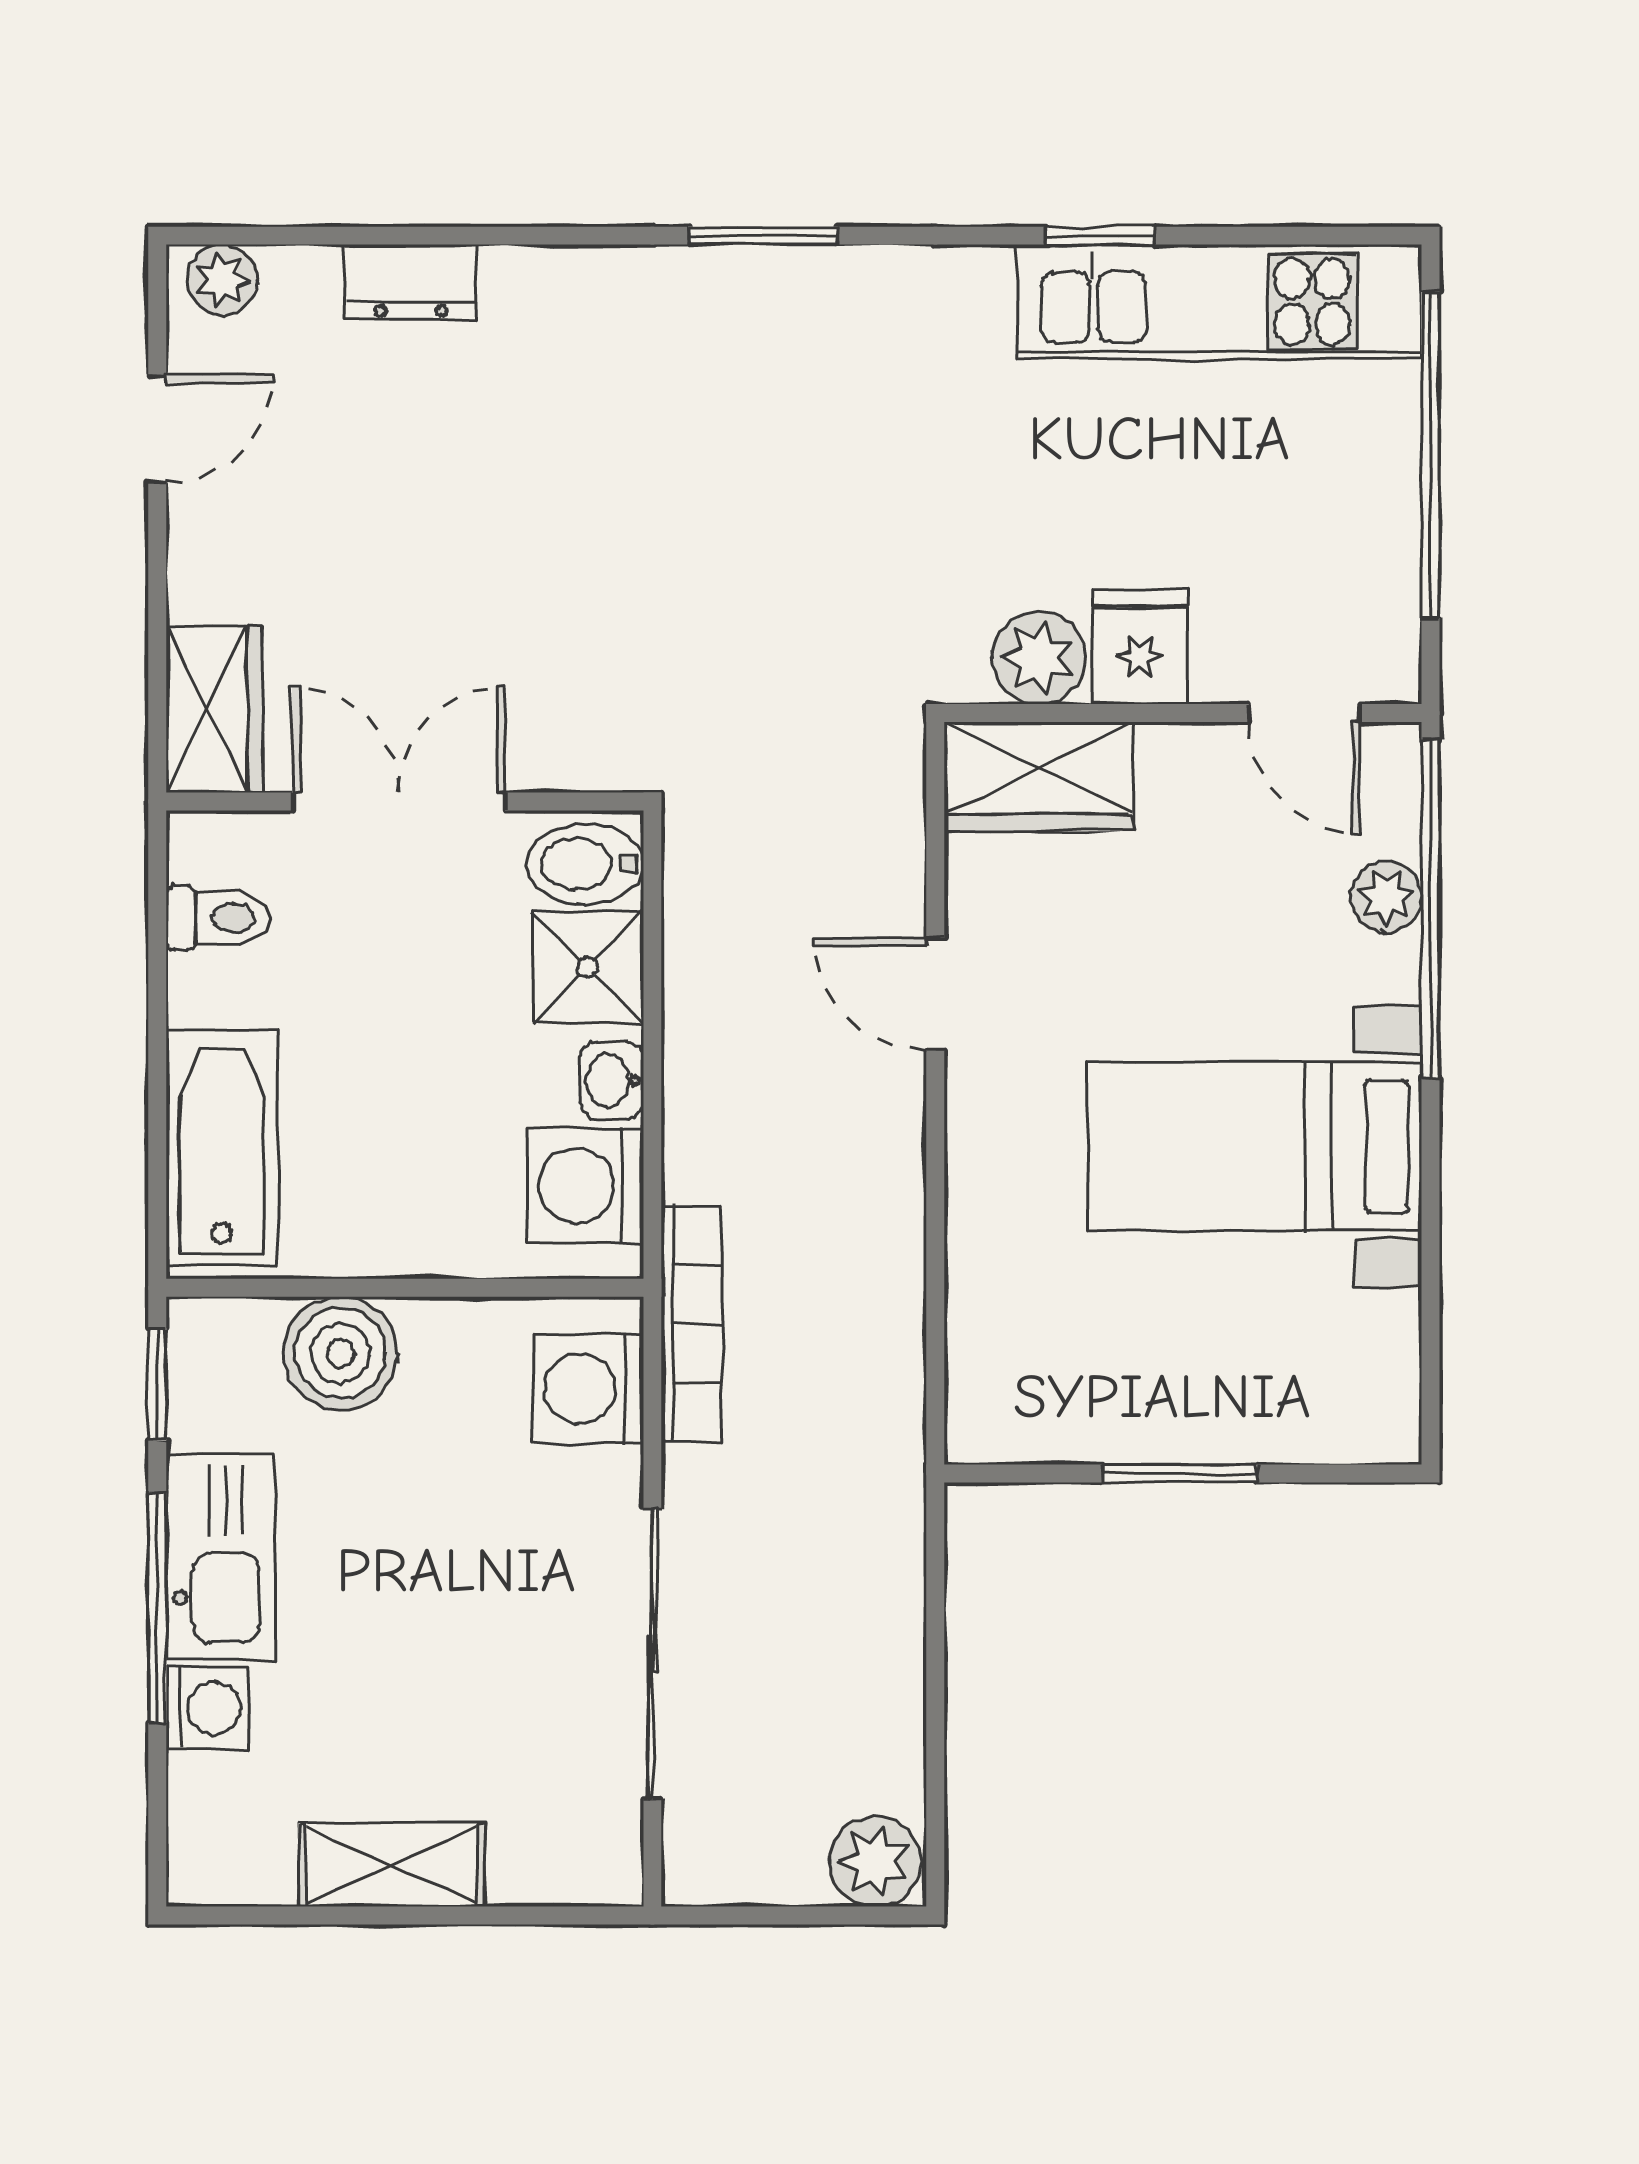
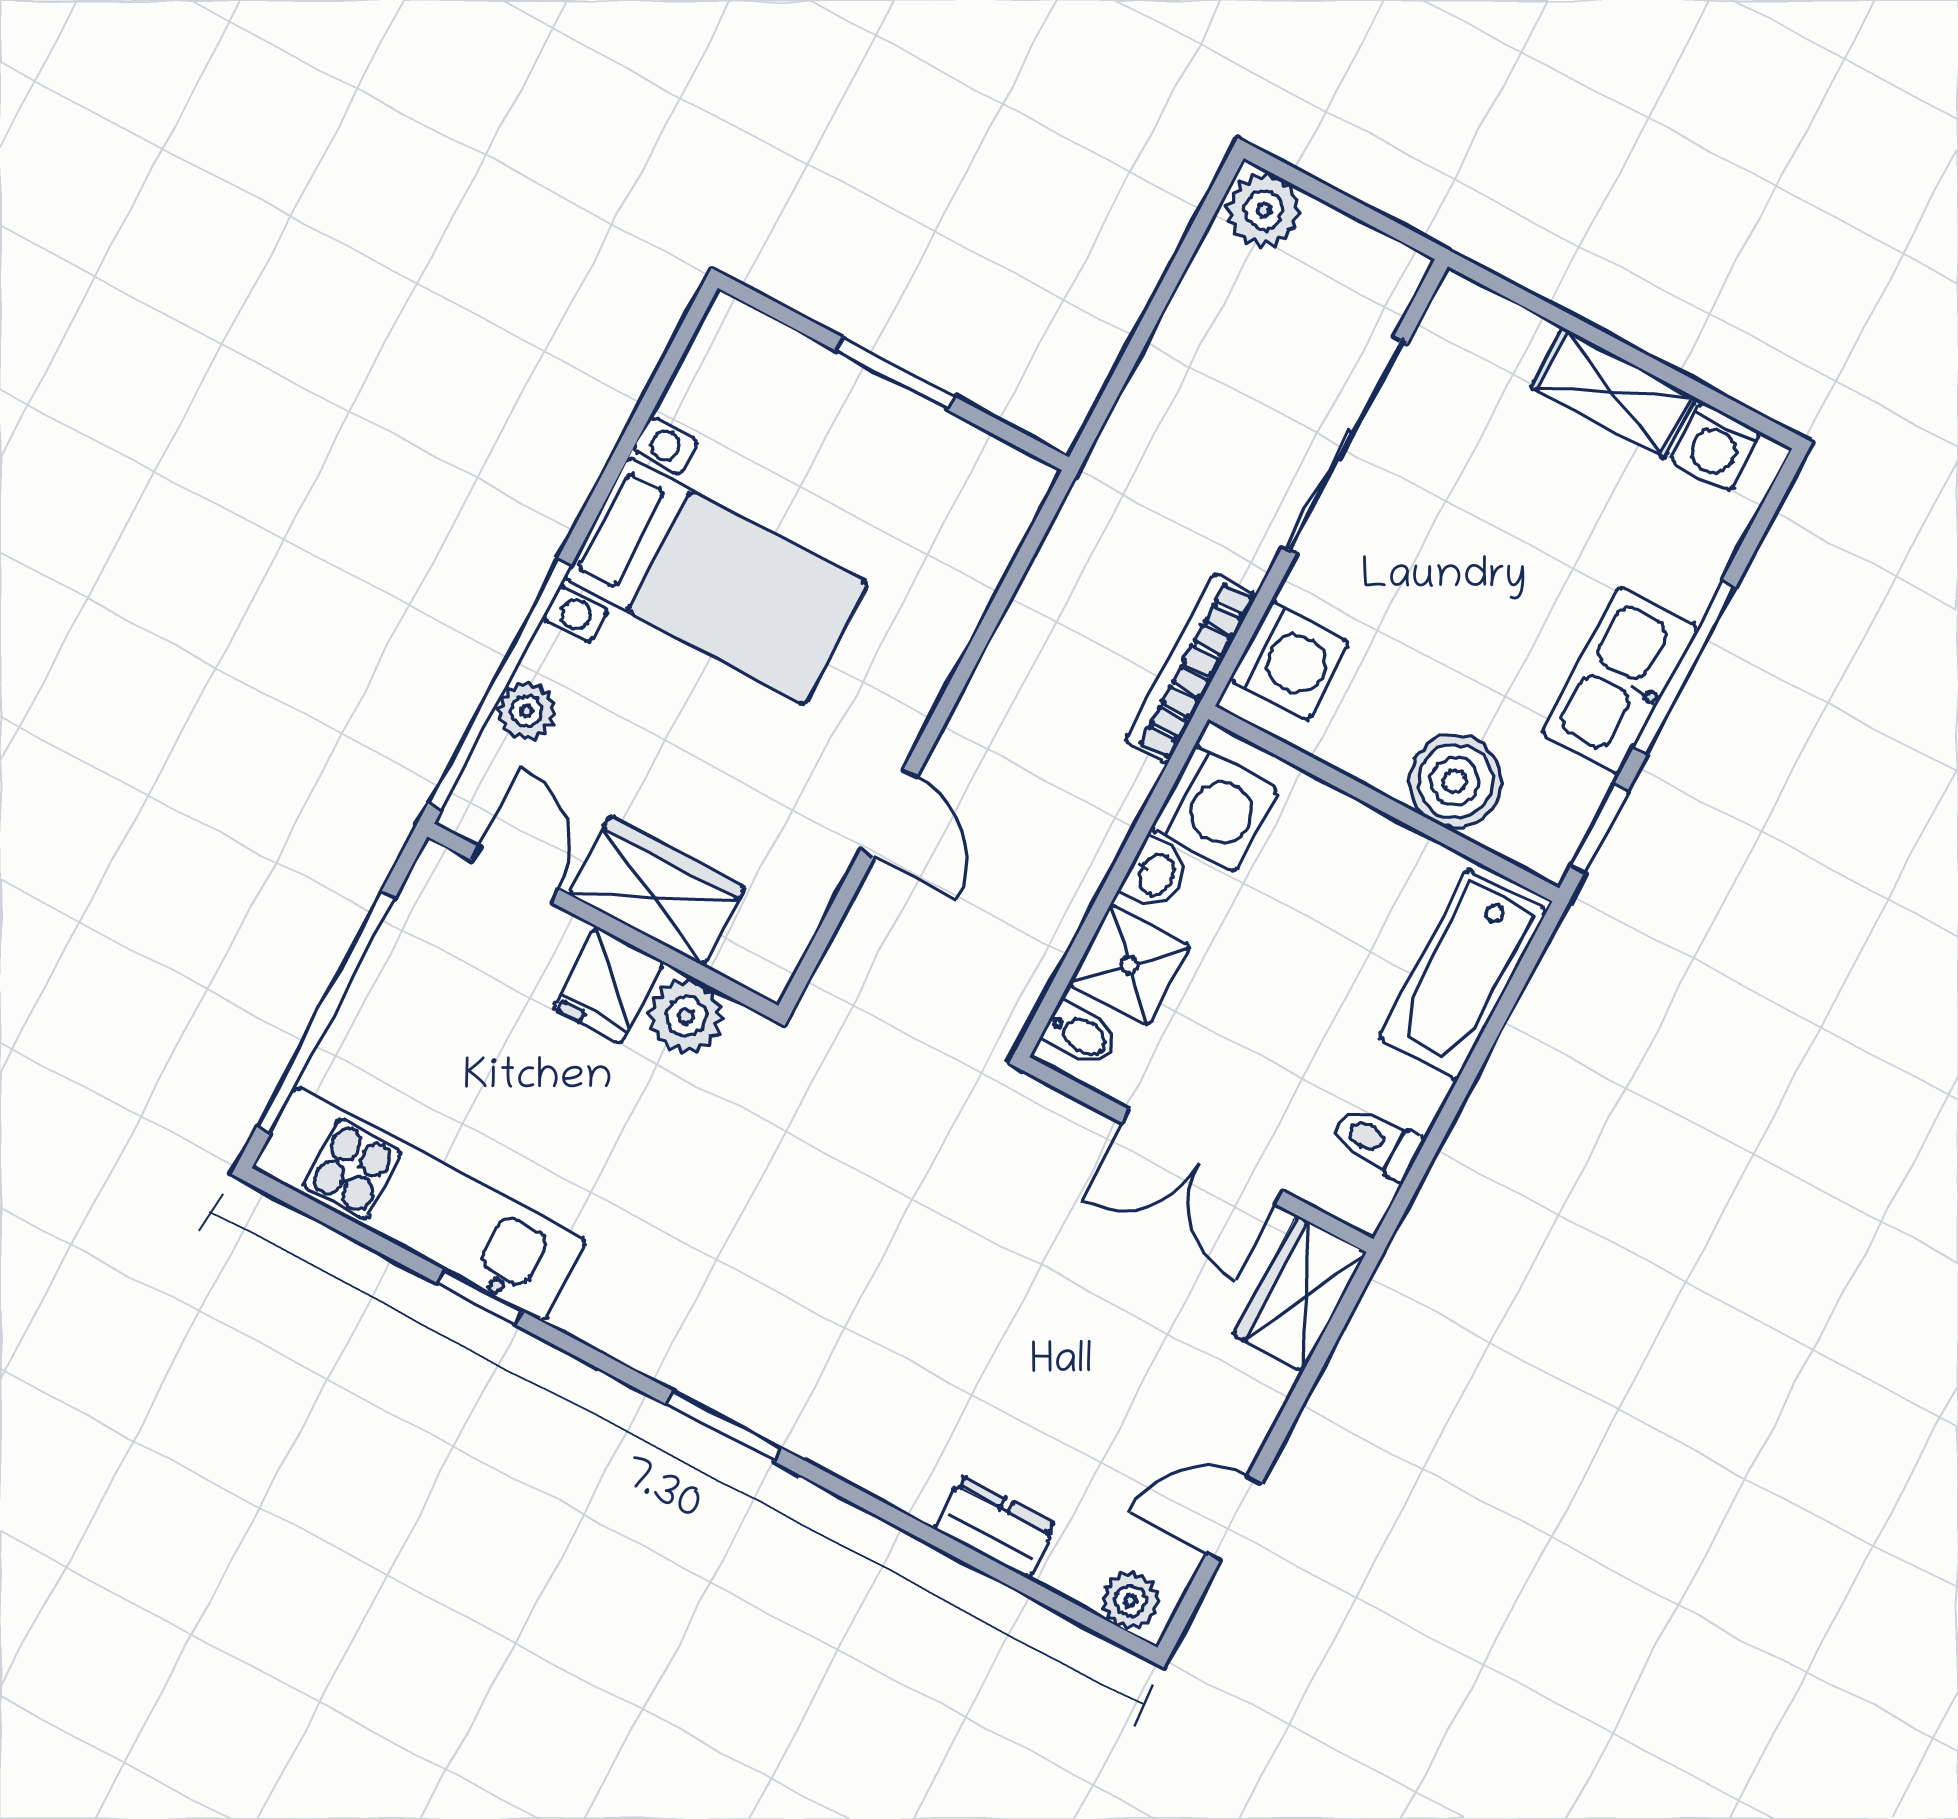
wardrobe: (1038, 777) -> (656, 891), moved
bidet: (585, 864) -> (1081, 1035), width x0.72, depth x0.74
washing machine: (207, 1708) -> (1716, 446), moved, turned -90

